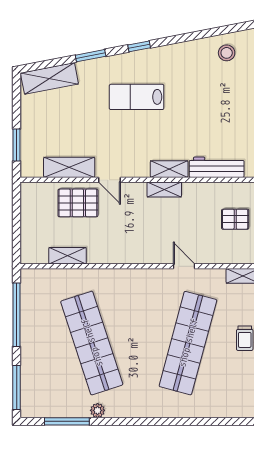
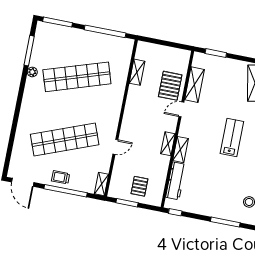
shop shelf: (188, 343) -> (65, 140), turned -36

